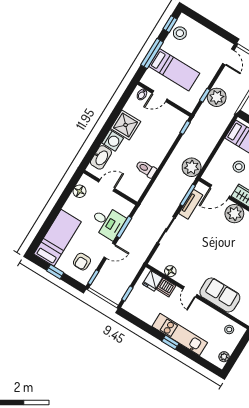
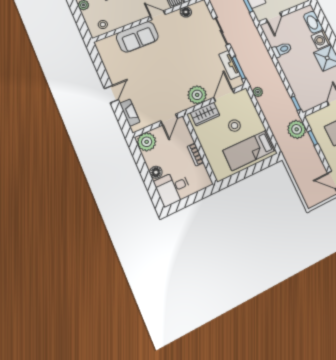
plant: (217, 97) -> (297, 129), moved
plant: (192, 167) -> (258, 92), width x0.53, depth x0.53
door: (107, 185) -> (274, 17), moved

